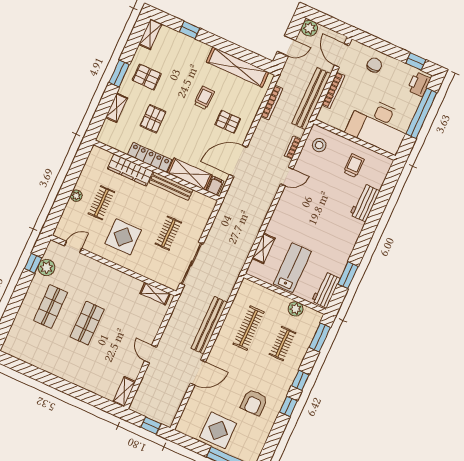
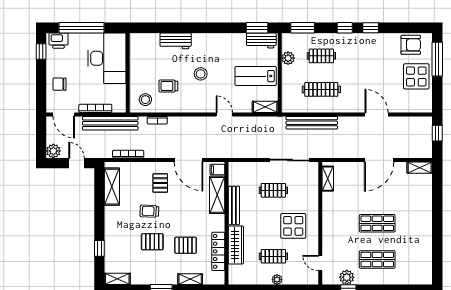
door: (342, 55) -> (64, 114), hinge flipped
shelving: (237, 67) -> (112, 187), width x0.68
pallet: (147, 77) -> (152, 242), moved, turned 90
locker: (150, 157) -> (218, 251), moved
trolley: (354, 166) -> (168, 86), moved
door: (287, 176) -> (224, 114), moved
stool: (320, 213) -> (201, 74), added
shelving: (263, 248) -> (265, 107), moved
window: (348, 275) -> (257, 28), moved
bench: (209, 325) -> (312, 123), moved
door: (151, 354) -> (379, 160), width x1.88
armchair: (254, 402) -> (411, 45), moved

